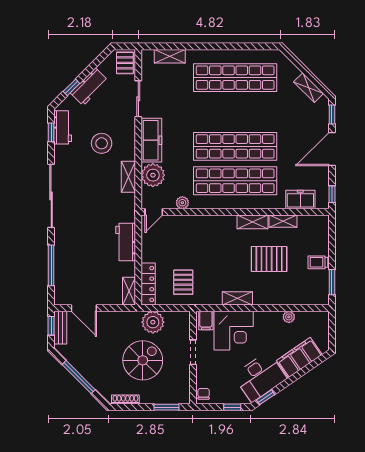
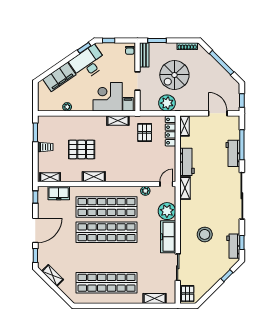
workbench: (89, 87) -> (233, 153), moved, turned -45
shelving: (128, 177) -> (185, 188), moved
shelving: (283, 221) -> (50, 177), moved
shelving: (237, 298) -> (118, 121), moved
bench: (60, 328) -> (144, 55), moved

